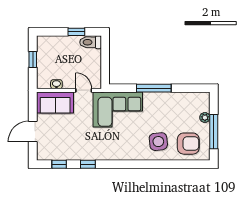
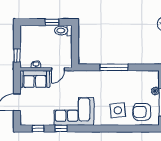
window: (33, 59) -> (17, 56), moved
door: (84, 90) -> (58, 69), swing flipped
corner sofa: (118, 109) -> (74, 111), moved, turned 180
armchair: (188, 144) -> (142, 112), turned 180

